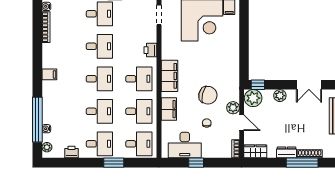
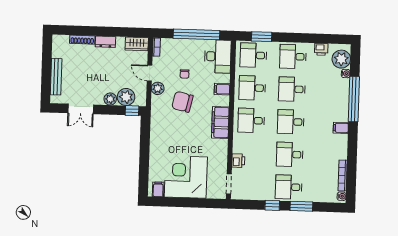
printer: (150, 50) -> (238, 161), moved
double door: (309, 85) -> (81, 109), swing flipped
plant: (253, 98) -> (126, 97), moved
filing cabinet: (169, 109) -> (222, 89), width x0.50
window: (37, 120) -> (354, 99), moved
desk: (185, 145) -> (218, 56), moved, turned 90
plant: (47, 147) -> (341, 59), width x1.87, depth x1.87
window: (114, 163) -> (262, 37), moved
window: (196, 163) -> (196, 34), width x3.17
window: (302, 163) -> (90, 31), removed

